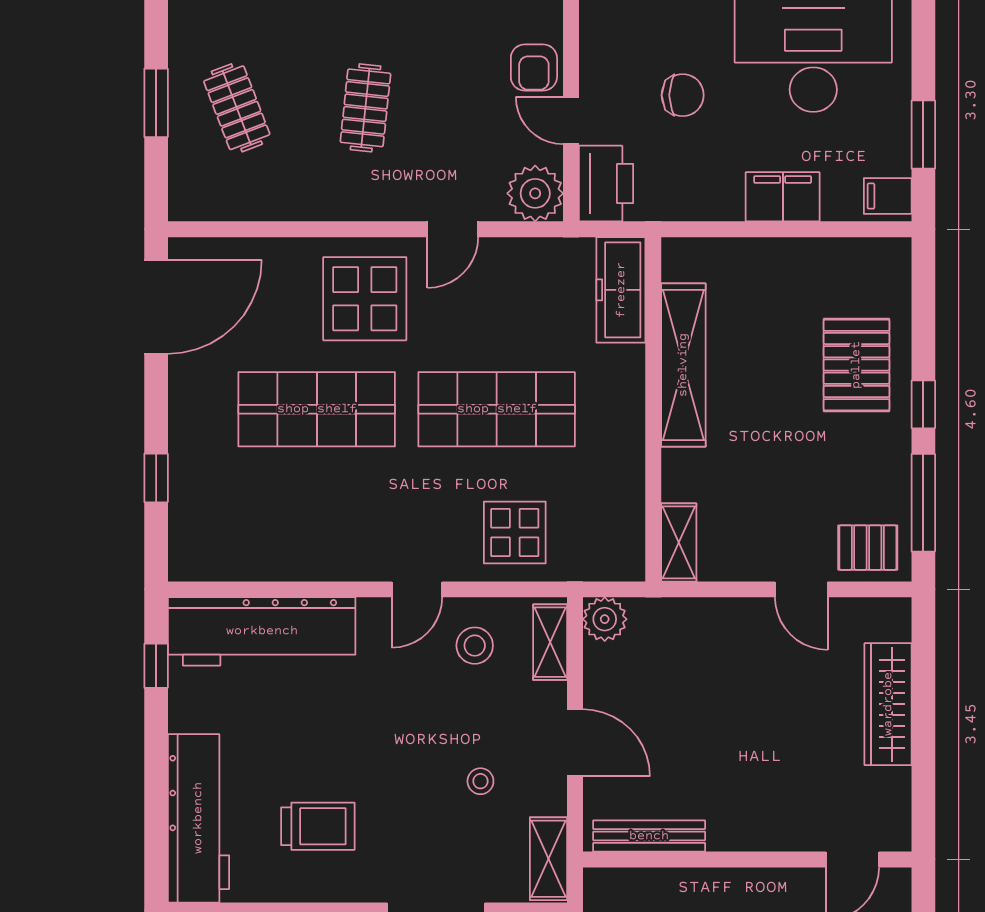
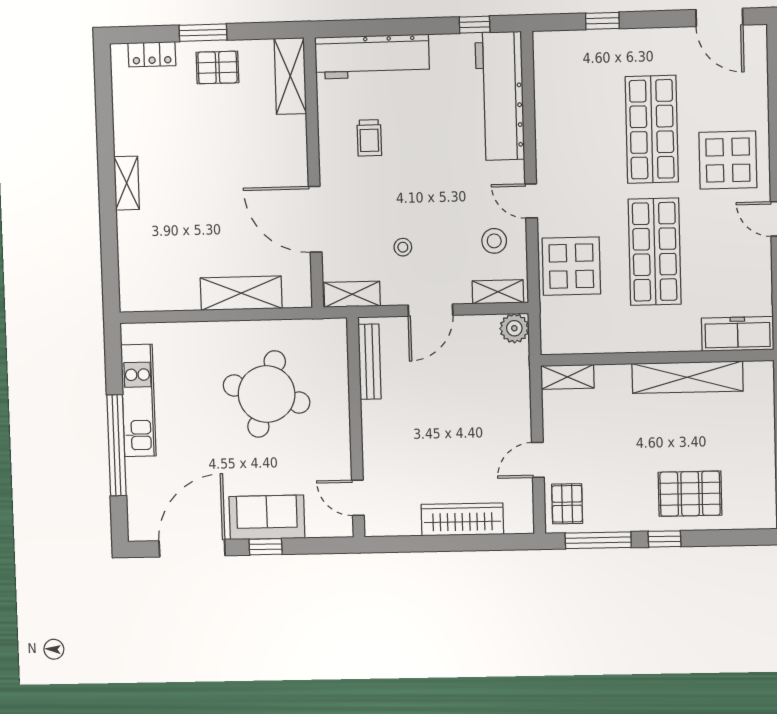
door: (156, 307) -> (719, 17), width x0.73
display table: (515, 532) -> (571, 266), width x1.36, depth x1.36
trolley: (318, 826) -> (369, 138), width x0.73, depth x0.72

